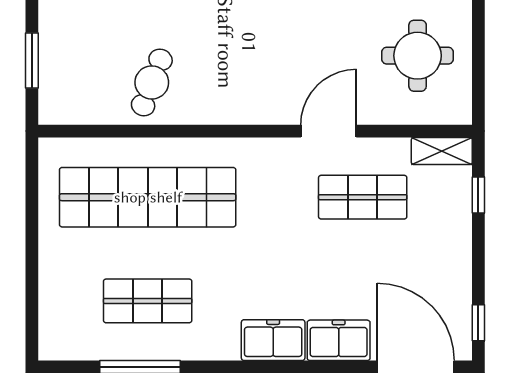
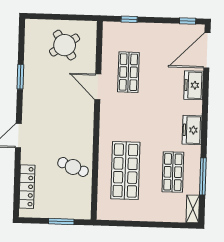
round table: (418, 56) -> (65, 45), turned -34
shelving: (442, 151) -> (193, 209), moved
shop shelf: (148, 197) -> (125, 171), width x0.71
freezer: (273, 340) -> (192, 130), moved

